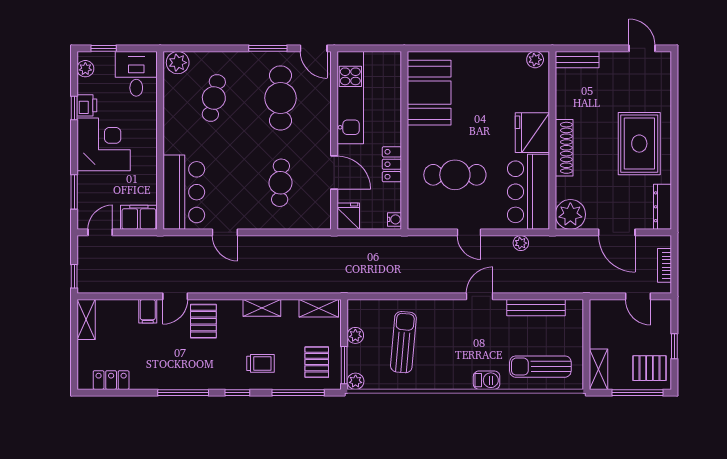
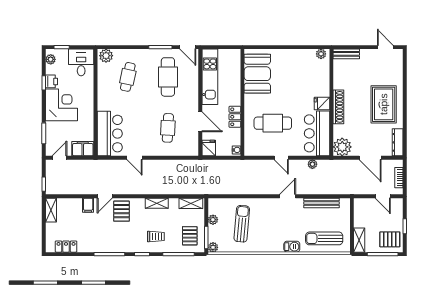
fridge: (532, 133) -> (322, 103), width x0.53, depth x0.75

